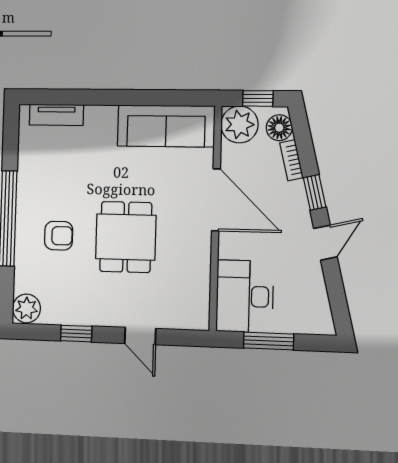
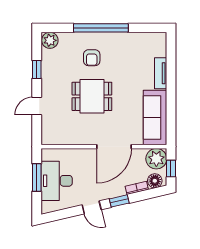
tv unit: (56, 115) -> (161, 73), moved
desk: (245, 296) -> (57, 181), moved, turned -90

